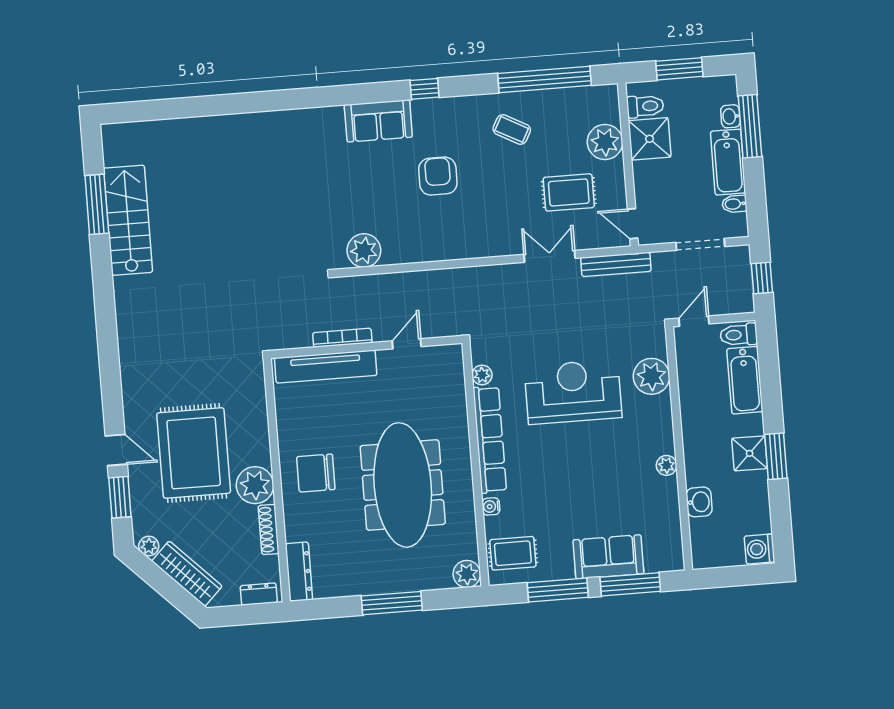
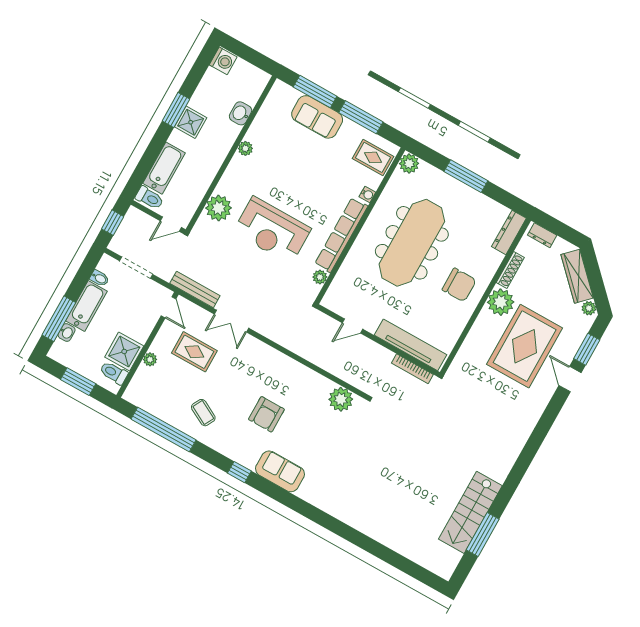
plant: (605, 142) -> (150, 359), width x0.53, depth x0.53
bookcase: (342, 338) -> (412, 369), moved

